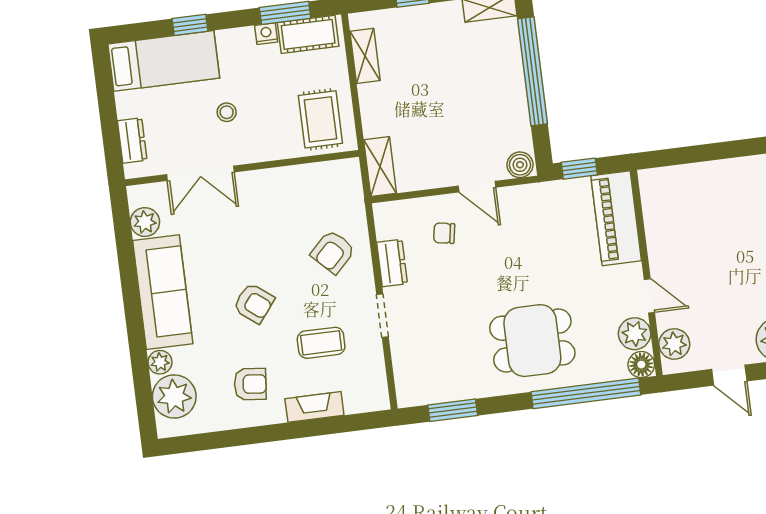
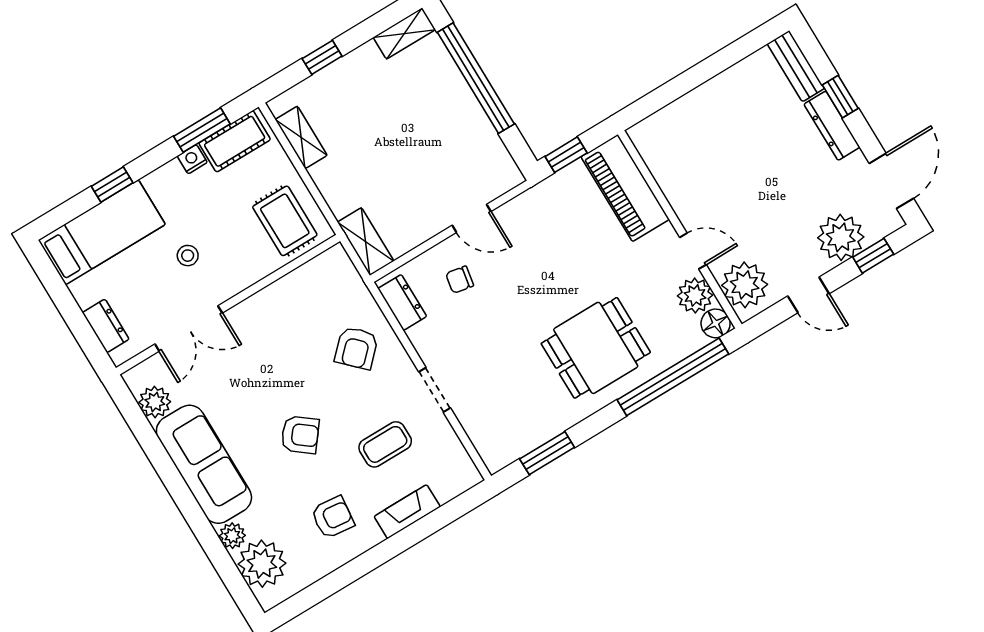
boiler: (520, 165) -> (505, 177), removed
dresser: (392, 263) -> (402, 302), moved
plant: (674, 344) -> (745, 285), width x1.36, depth x1.36

